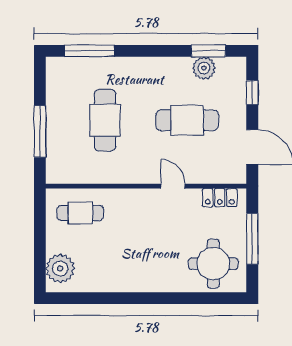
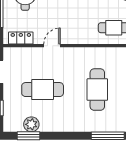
door: (173, 186) -> (52, 46), swing flipped

